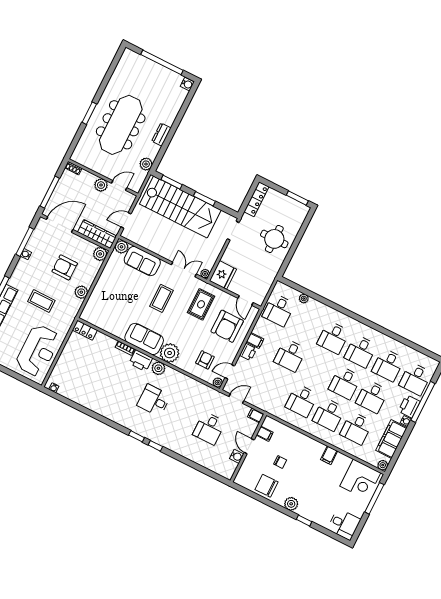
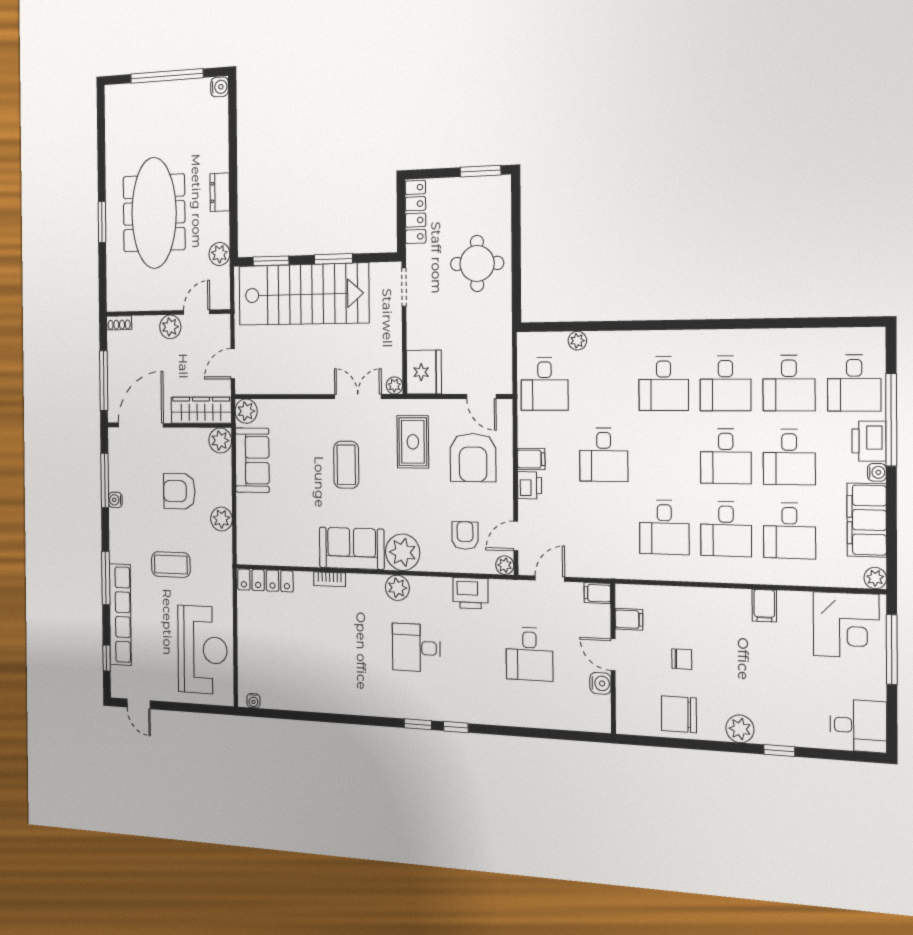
sofa: (142, 261) -> (252, 460), moved, turned -90
locker: (85, 330) -> (265, 580), width x1.53
printer: (141, 361) -> (470, 593), moved

